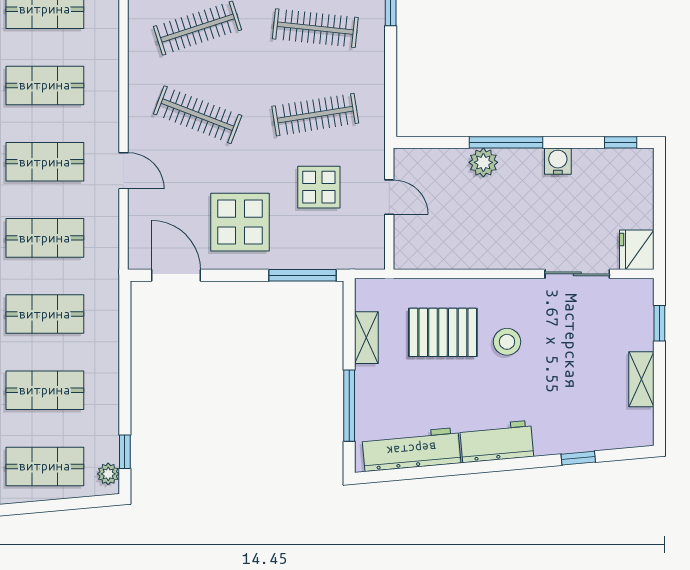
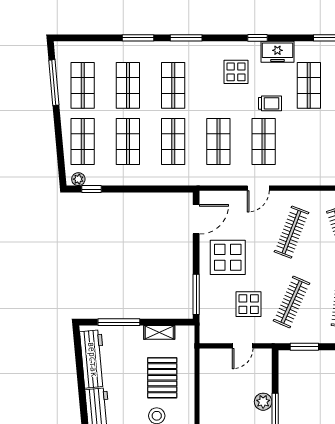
shop shelf: (45, 85) -> (309, 142), removed
window: (391, 93) -> (304, 347), added
clothes rail: (315, 115) -> (292, 302), turned 33

